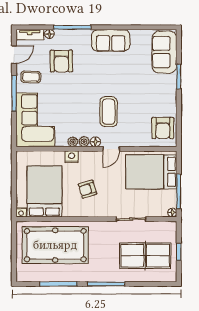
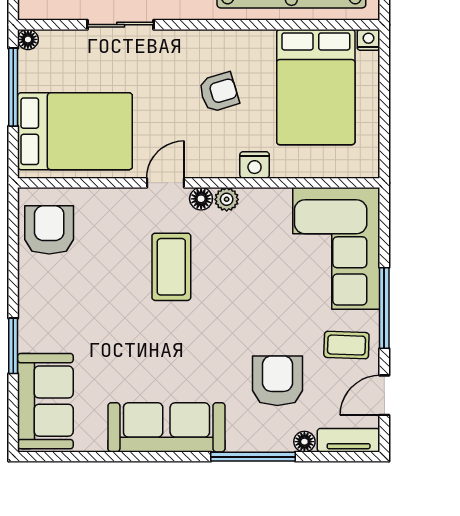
sofa: (111, 40) -> (166, 427), width x1.36
plant: (73, 142) -> (252, 199), removed

